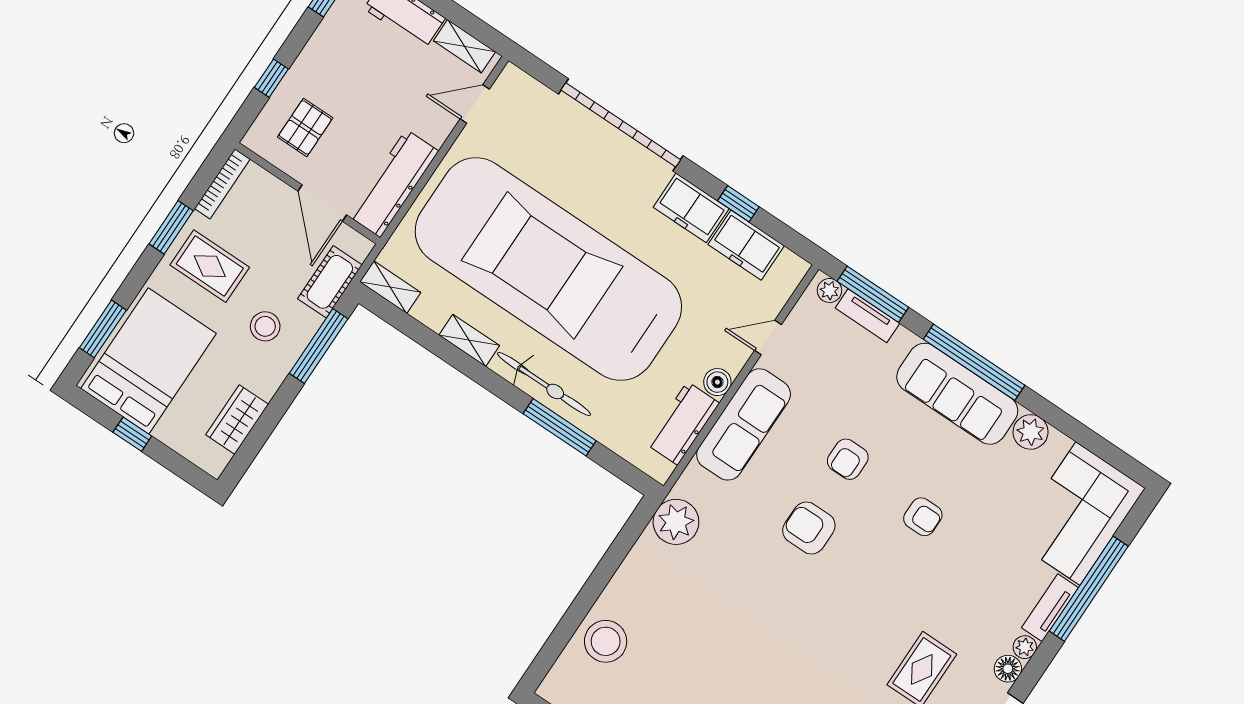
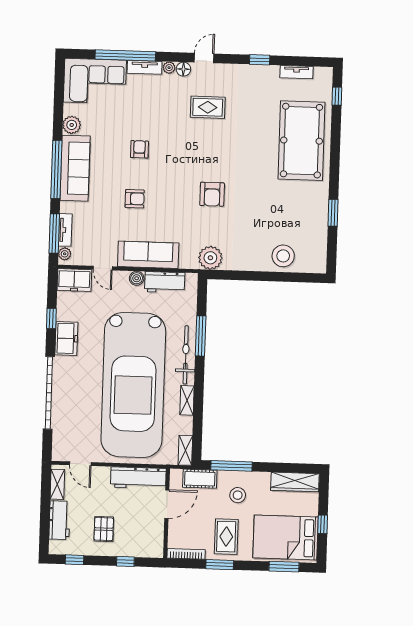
pallet: (305, 127) -> (104, 529), moved, turned 90
freezer: (746, 245) -> (74, 280), moved, turned 90
wardrobe: (237, 420) -> (295, 482), width x1.50
armchair: (809, 528) -> (212, 194), moved

